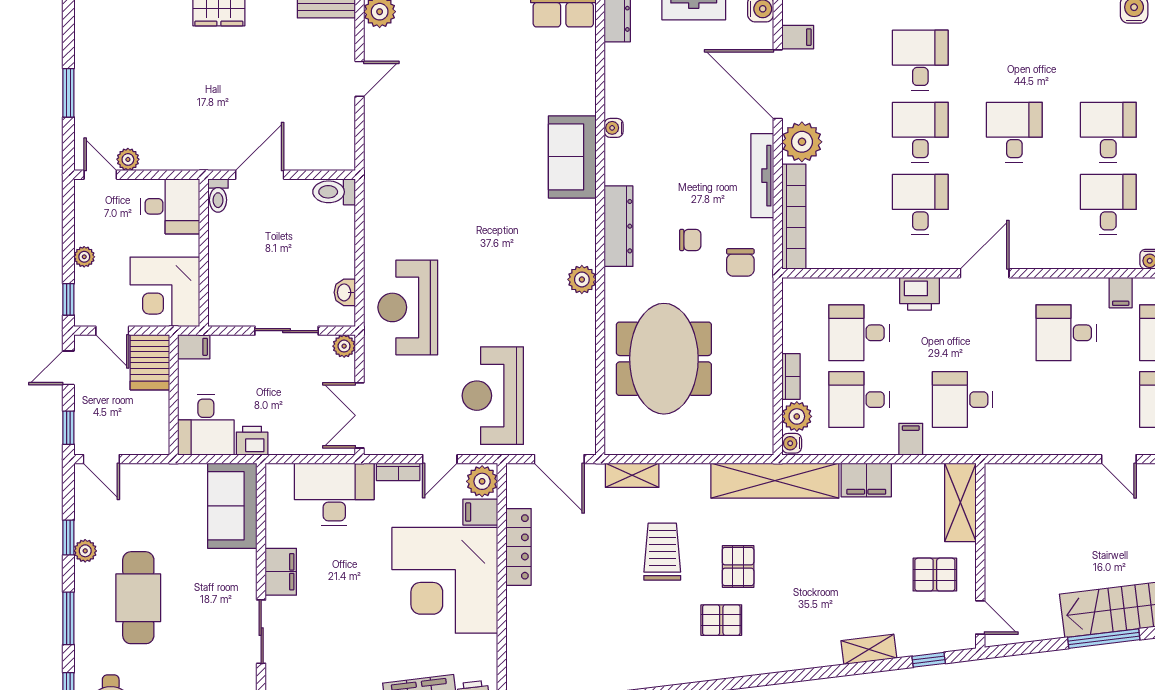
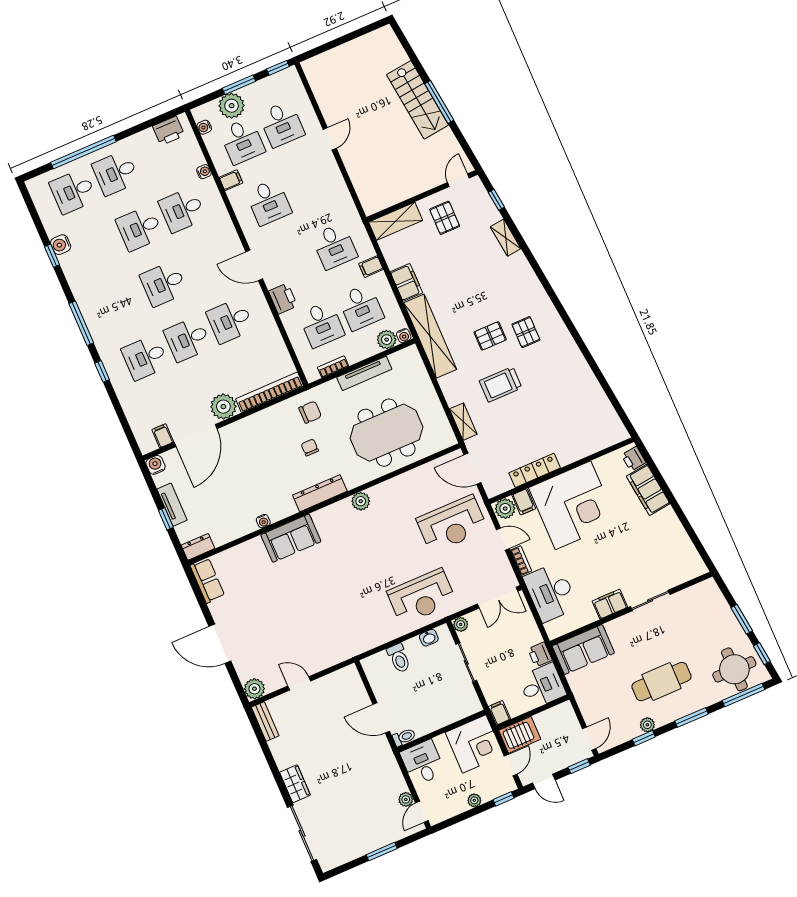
tv unit: (762, 176) -> (364, 373), moved
toilet: (334, 192) -> (399, 658), moved
bookcase: (791, 377) -> (333, 367), moved
door: (559, 459) -> (472, 469), swing flipped

